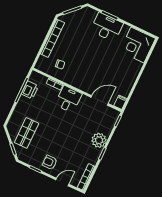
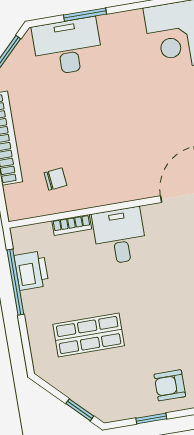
desk: (107, 27) -> (67, 47), moved
shop shelf: (27, 133) -> (89, 335), moved, turned 90

